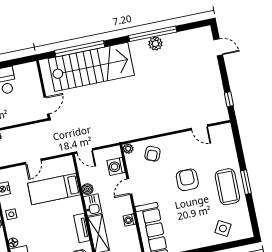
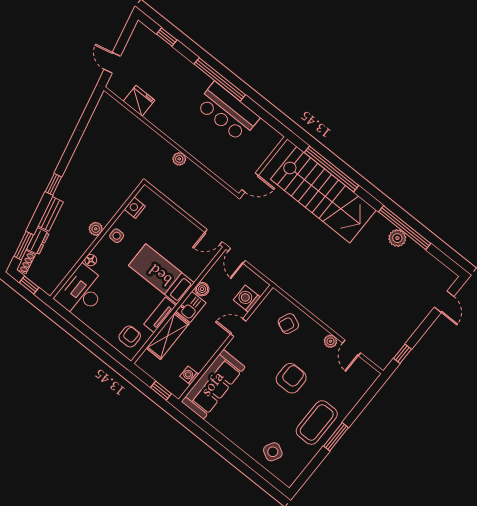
plant: (128, 149) -> (330, 341), moved
door: (33, 161) -> (213, 237), moved
bed: (54, 189) -> (161, 274), moved
washing machine: (129, 220) -> (189, 375), moved

